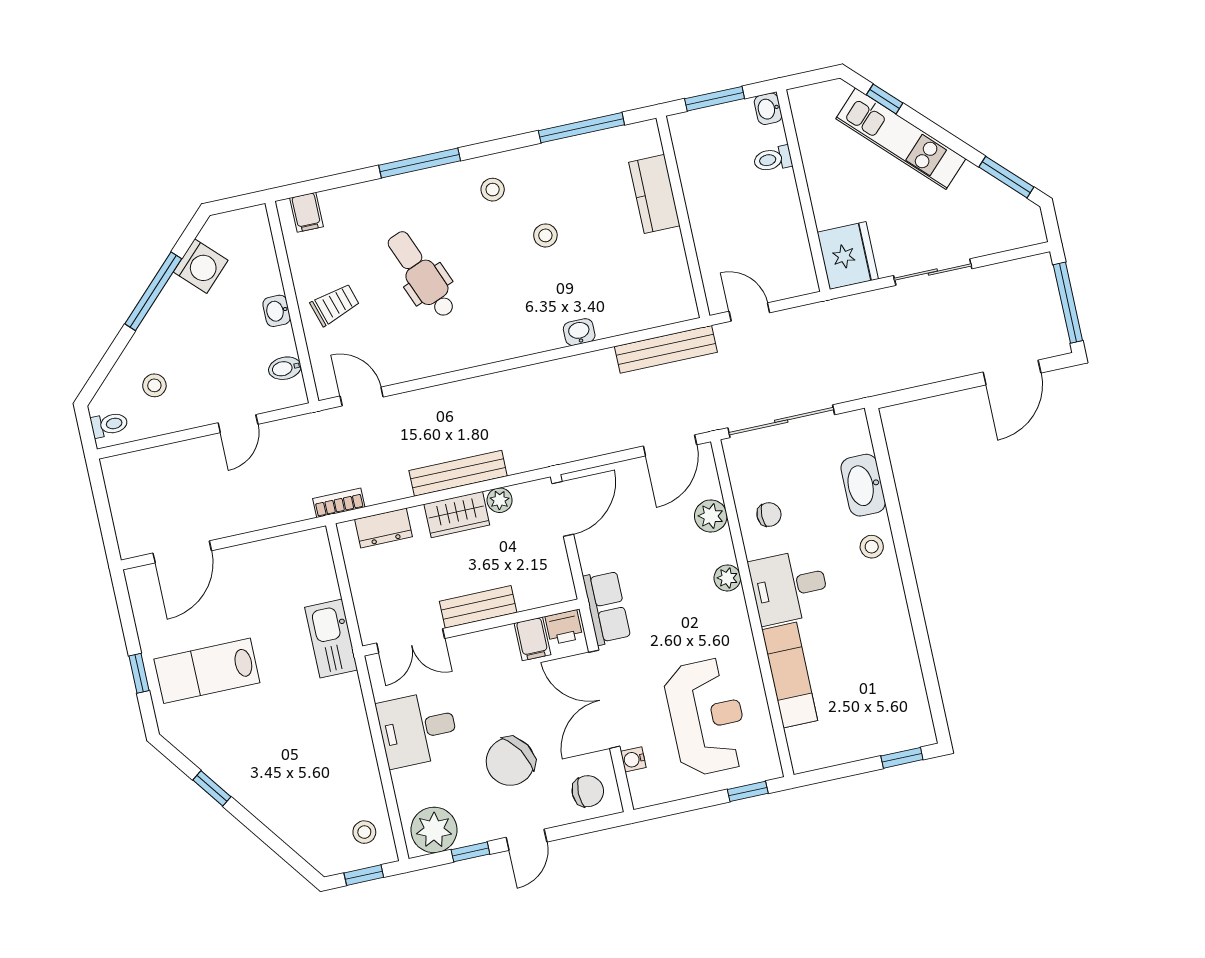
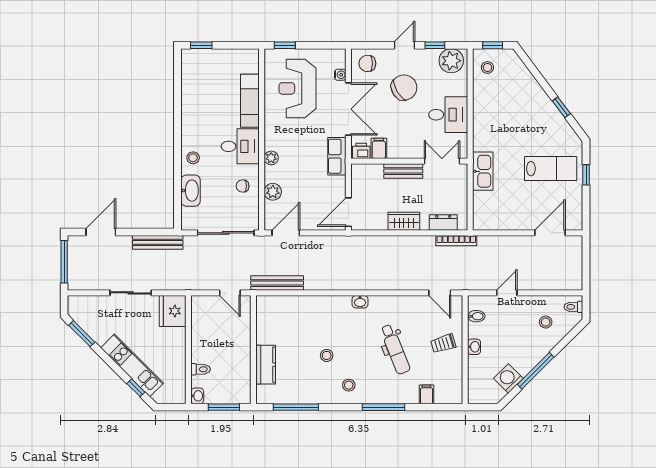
filing cabinet: (307, 212) -> (426, 394), moved
washbasin: (579, 332) -> (360, 302), moved
bench: (458, 473) -> (158, 242), moved
plant: (500, 500) -> (380, 224), removed
bookcase: (339, 503) -> (456, 241), width x1.56

